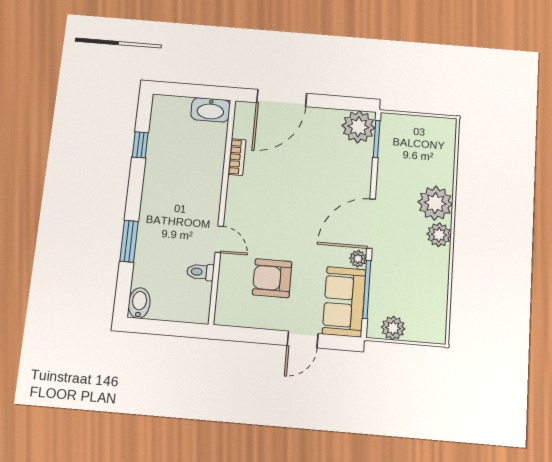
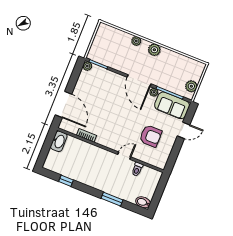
plant: (358, 127) -> (87, 66), width x0.53, depth x0.53
plant: (435, 203) -> (136, 41), width x0.53, depth x0.53
armchair: (272, 278) -> (151, 136), turned -90
door: (303, 339) -> (184, 130), hinge flipped

